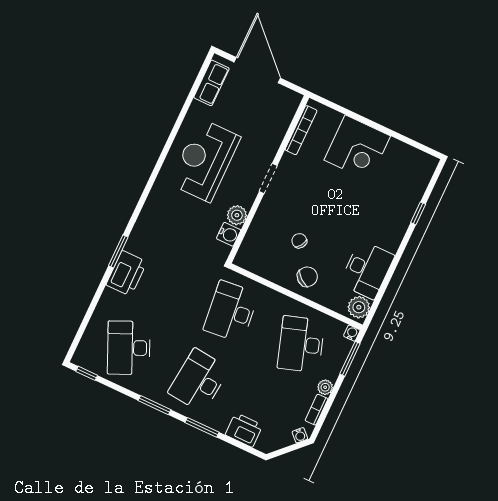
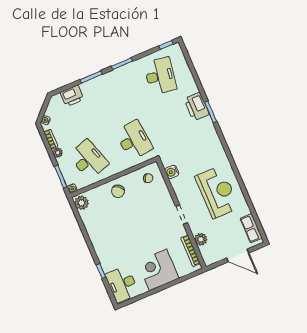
door: (257, 70) -> (238, 255), width x0.73
plant: (237, 215) -> (201, 239), moved
chair: (299, 241) -> (148, 178), moved
desk: (367, 270) -> (122, 284), moved
desk: (129, 348) -> (160, 76), turned 33
desk: (199, 381) -> (115, 95), removed

